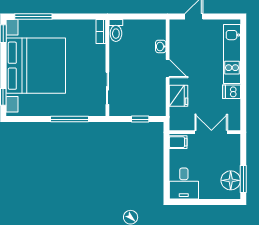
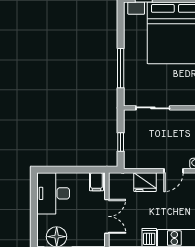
desk: (184, 184) -> (53, 193), width x1.37

